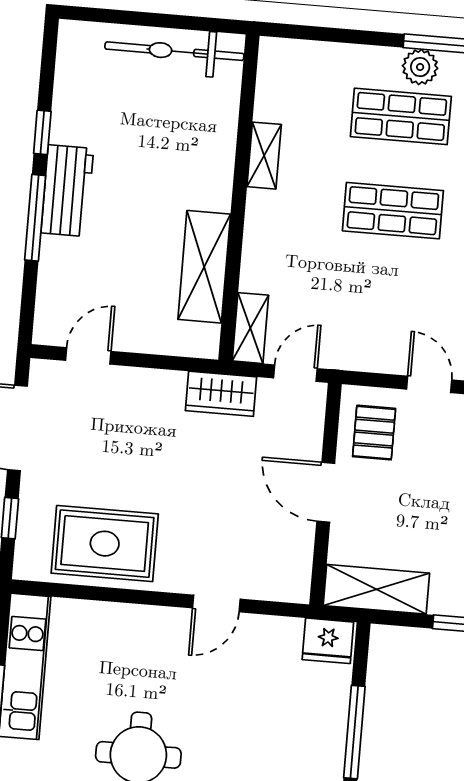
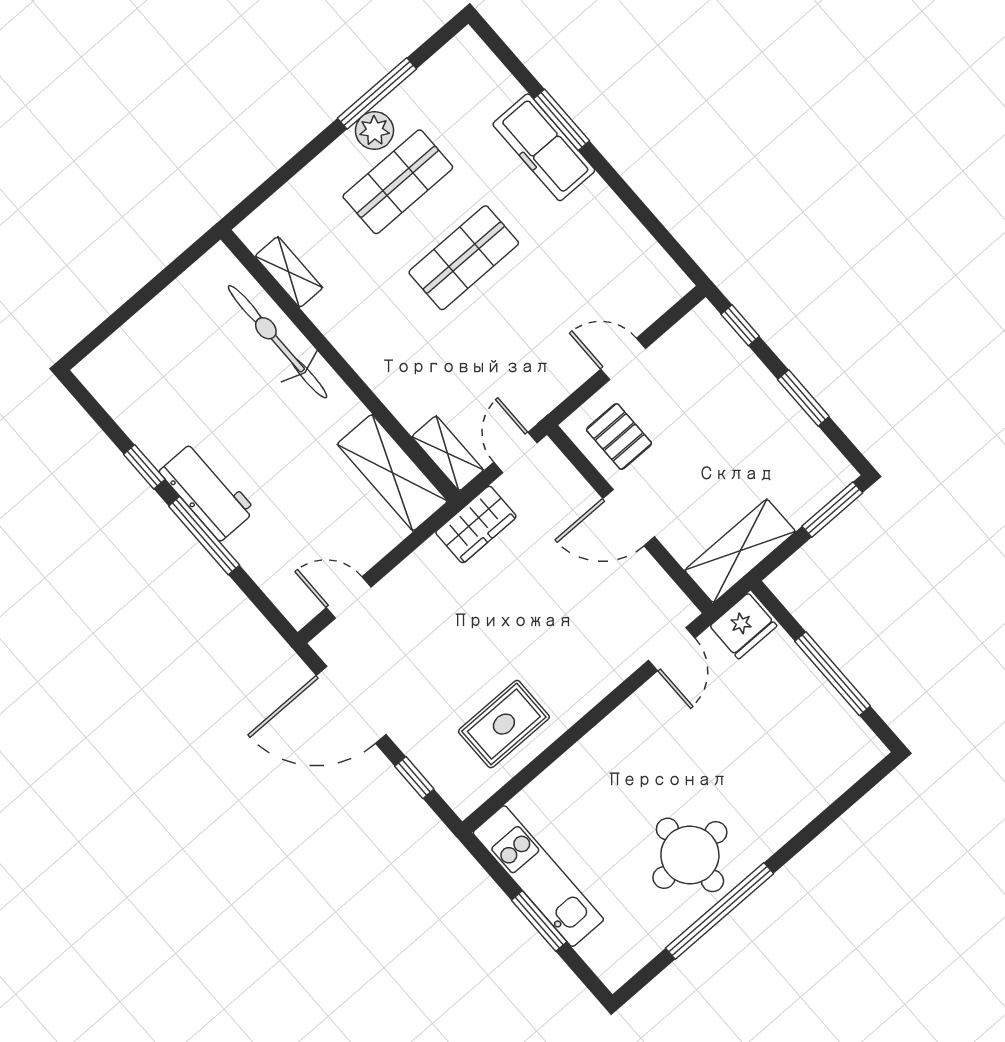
bicycle: (174, 51) -> (278, 342), moved, turned 90
shelving: (264, 156) -> (289, 272), moved
shelving: (204, 267) -> (392, 473), moved
door: (88, 356) -> (349, 597), hinge flipped
rug: (105, 544) -> (504, 724), width x0.73, depth x0.70
door: (216, 604) -> (672, 649), moved

